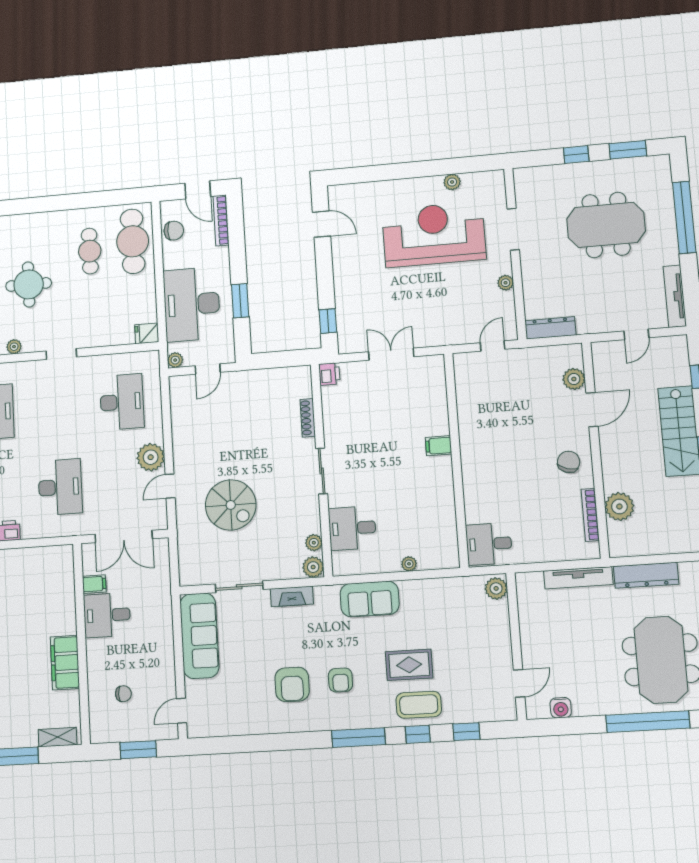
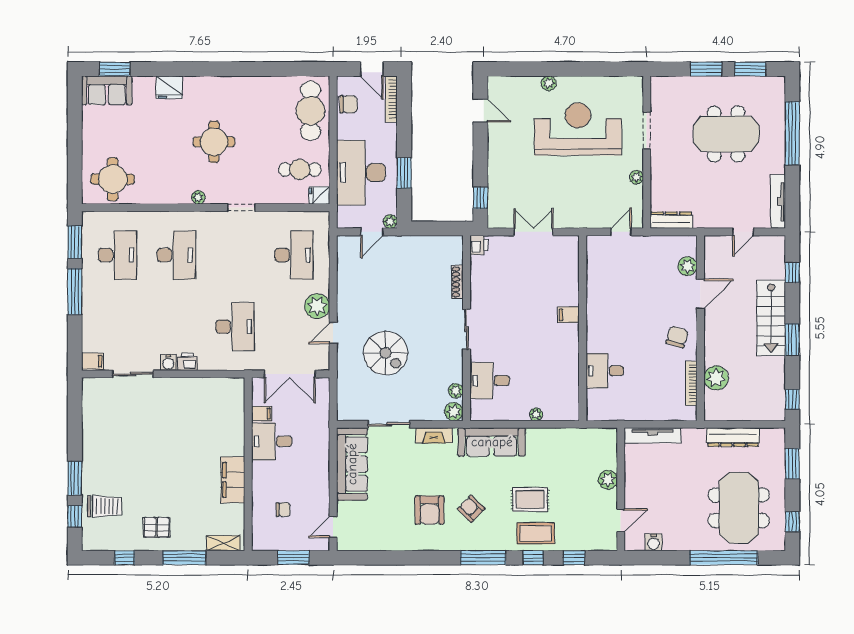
window: (576, 155) -> (706, 69), width x1.50
plant: (452, 182) -> (549, 83), moved
cafe table: (90, 251) -> (300, 169), moved, turned 90
plant: (175, 360) -> (390, 222), moved
desk: (489, 544) -> (605, 371), moved
tv unit: (578, 578) -> (653, 435), moved
plant: (496, 588) -> (608, 480), moved
sofa: (370, 599) -> (492, 442), width x1.36
armchair: (340, 680) -> (471, 509), turned 134

